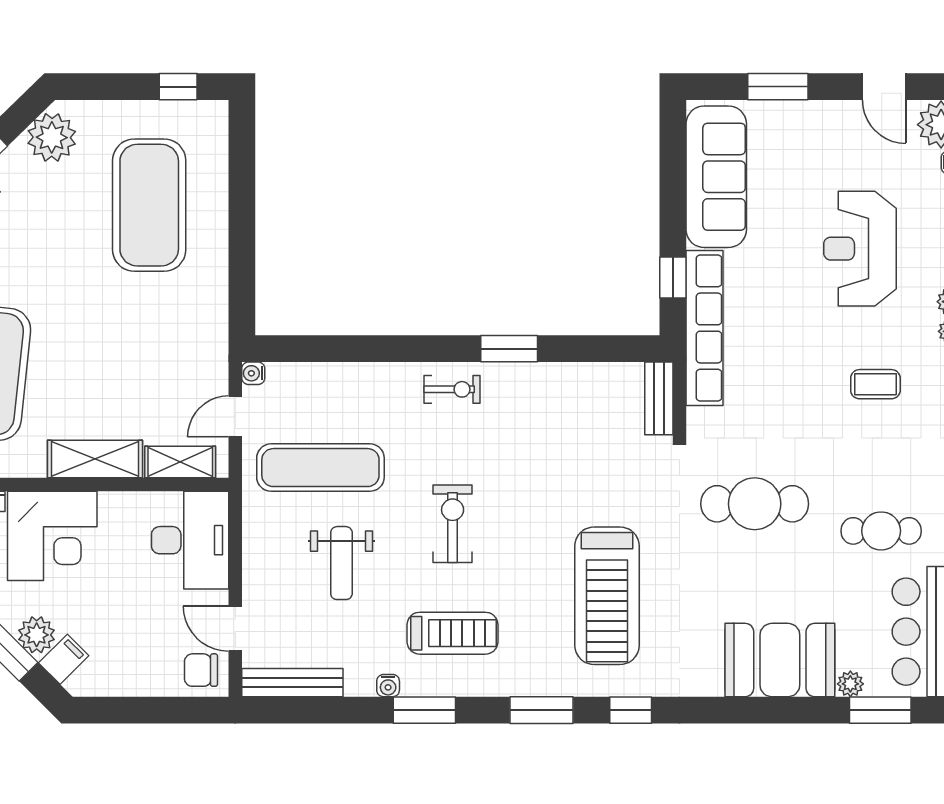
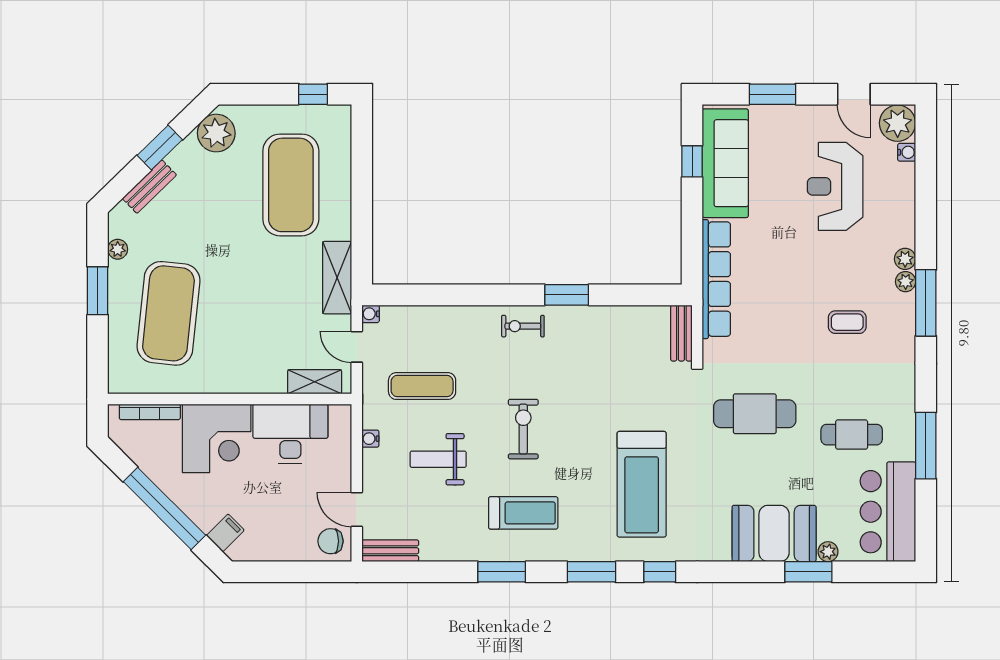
reception desk: (860, 249) -> (835, 186), moved
window: (673, 278) -> (692, 161), moved
exercise bike: (452, 389) -> (523, 326), turned 180
door: (235, 416) -> (357, 347), hinge flipped
shelving: (95, 459) -> (337, 278), moved, turned 90
exercise mat: (320, 468) -> (422, 386), width x0.73, depth x0.69
desk: (190, 540) -> (290, 434), moved, turned -90
weight bench: (341, 563) -> (438, 459), turned 90
plant: (37, 635) -> (205, 514), removed
bench: (292, 683) -> (390, 551), width x0.73
water cooler: (388, 686) -> (370, 439), moved, turned 90
window: (880, 710) -> (808, 572), moved

